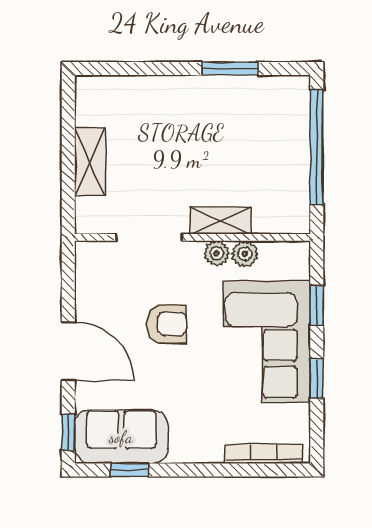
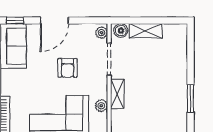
boiler: (89, 213) -> (121, 31), added
plant: (217, 253) -> (102, 33), moved

